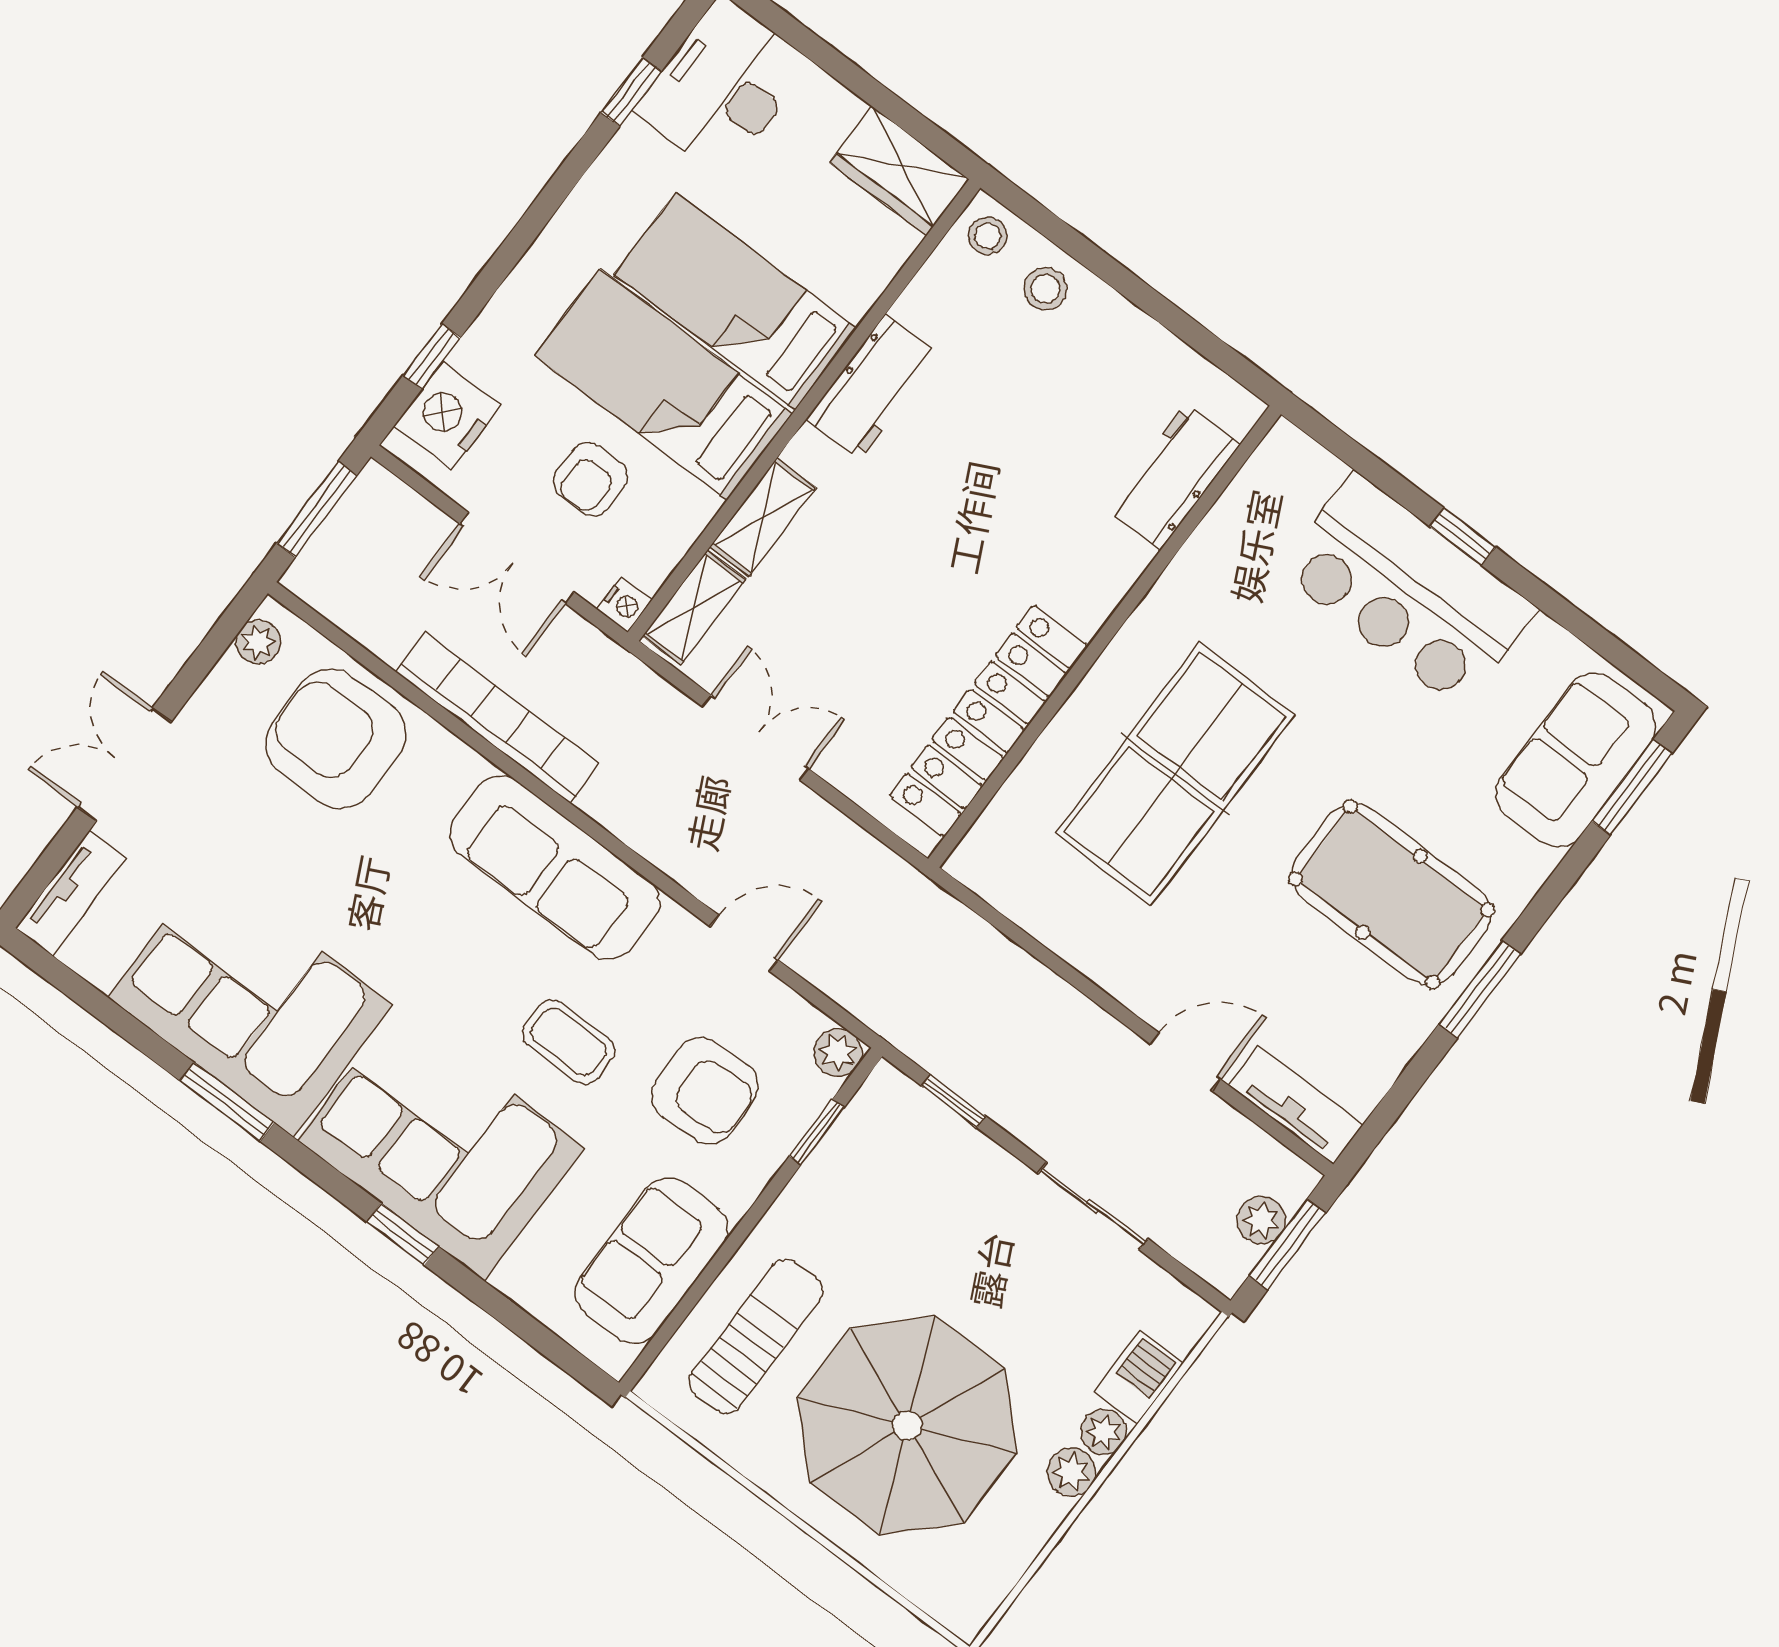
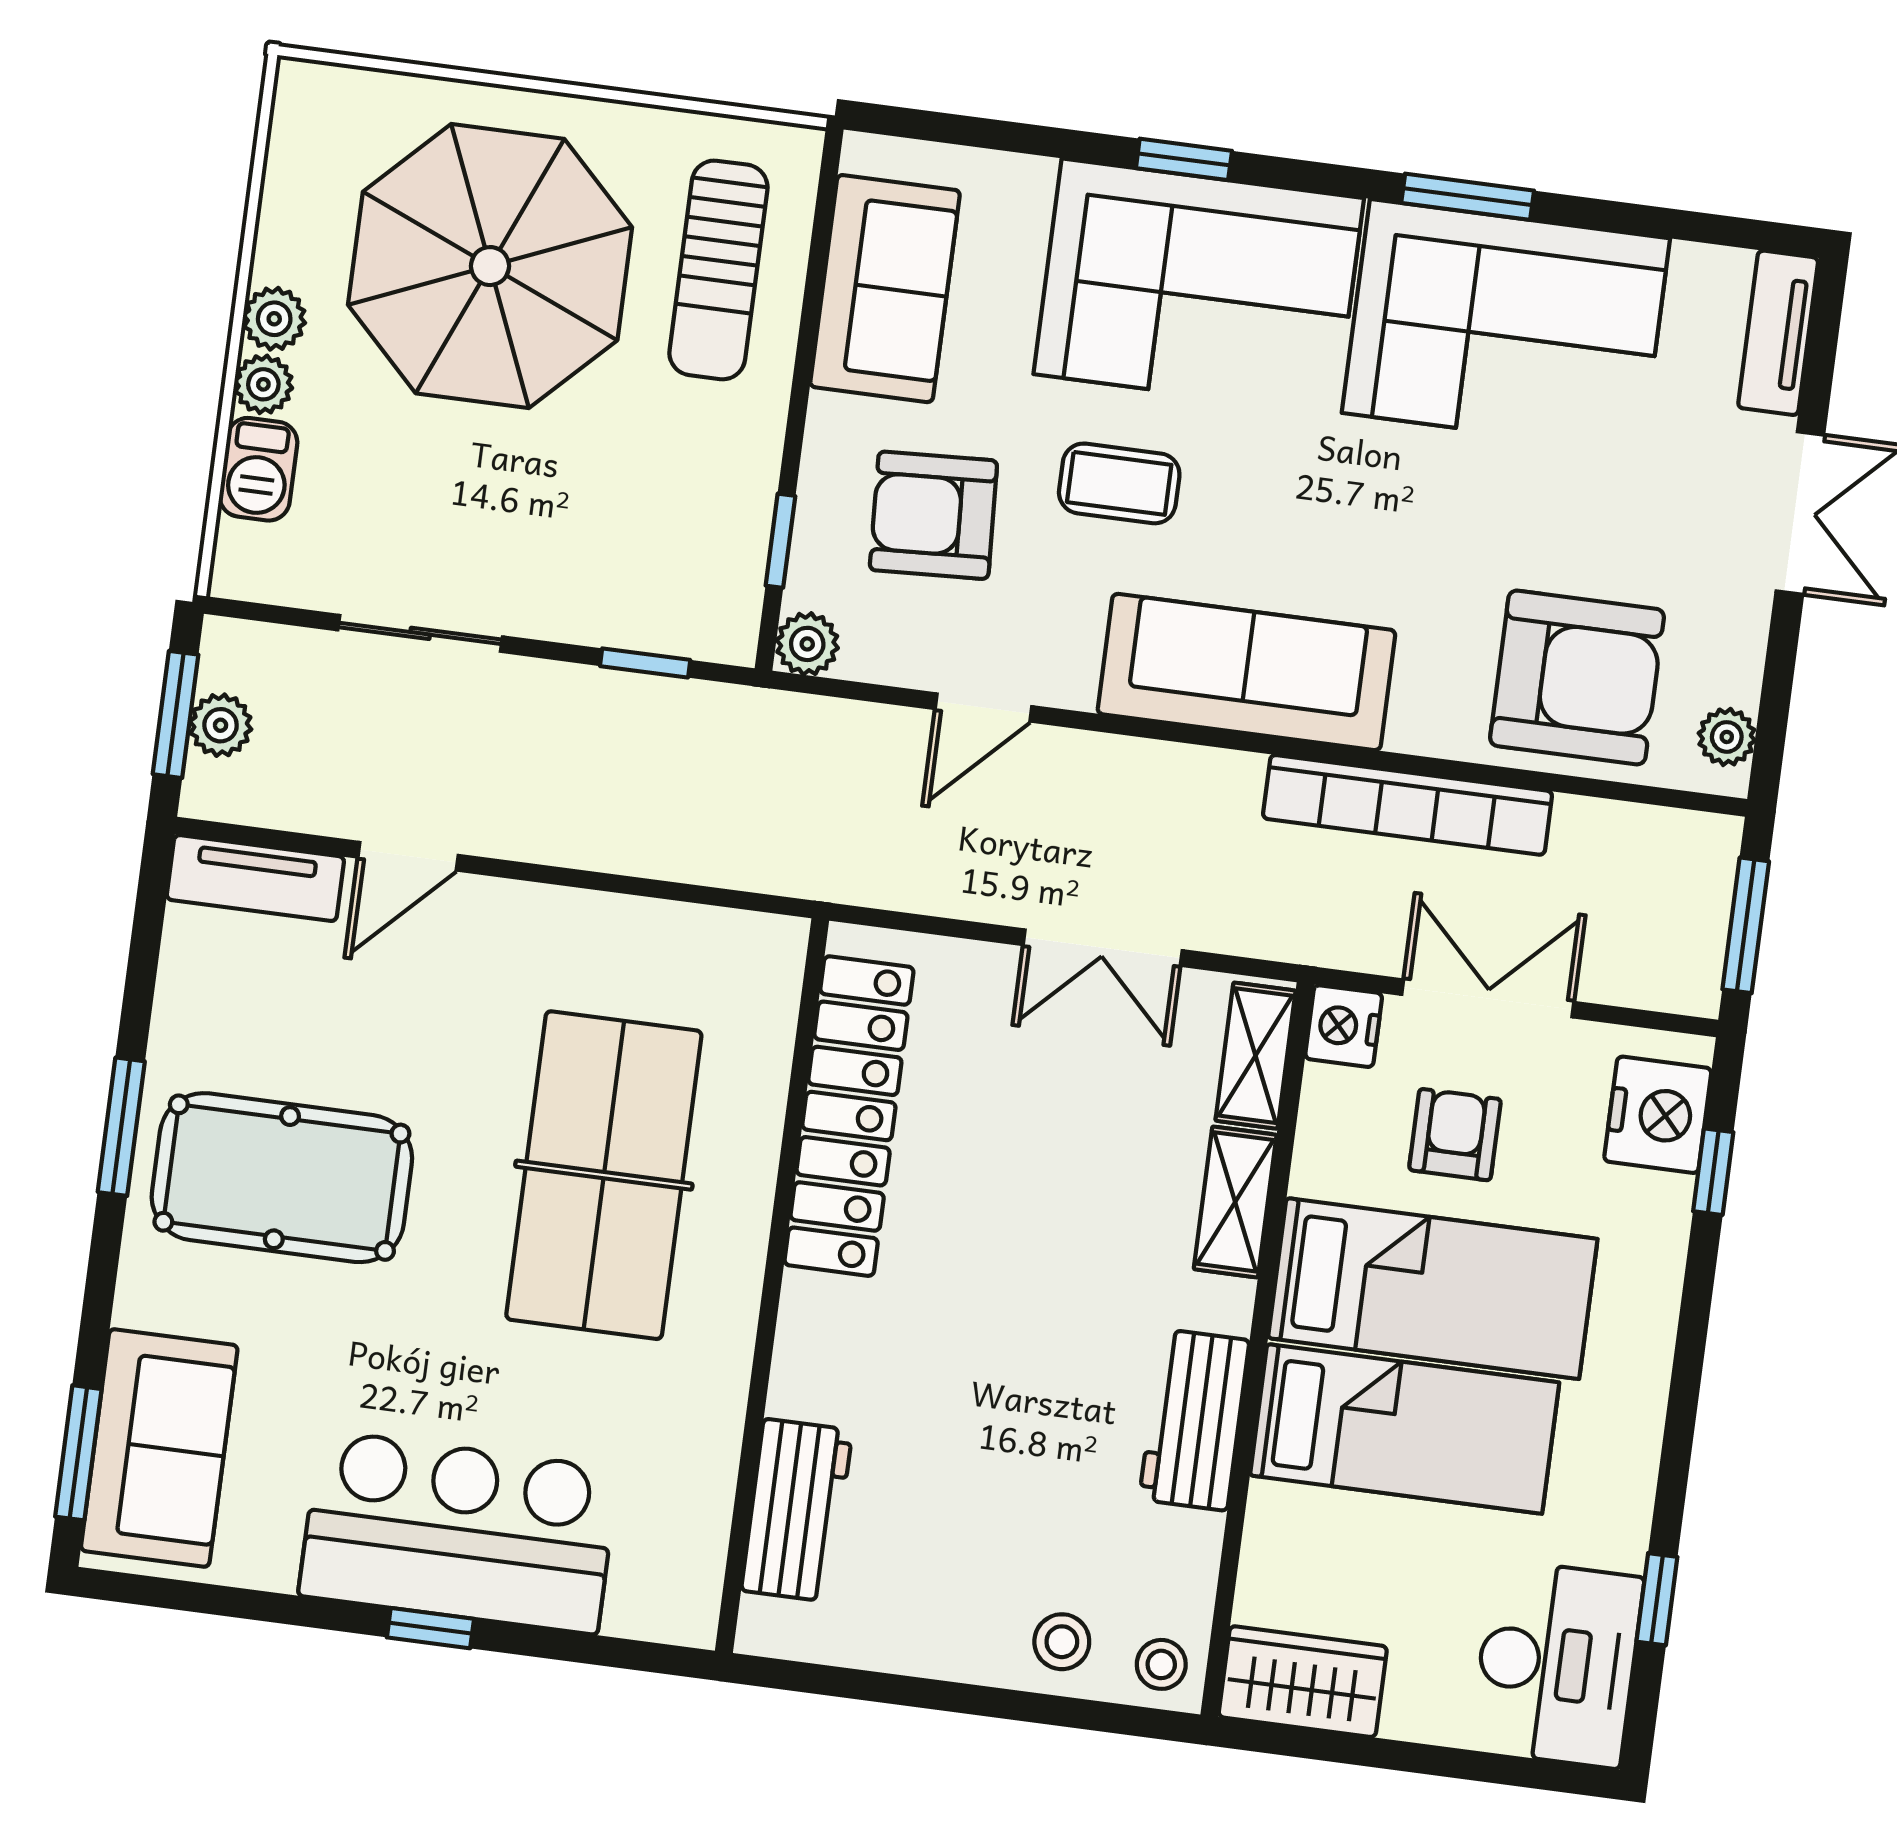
nightstand: (624, 604) -> (1344, 1026), width x1.39, depth x1.35

